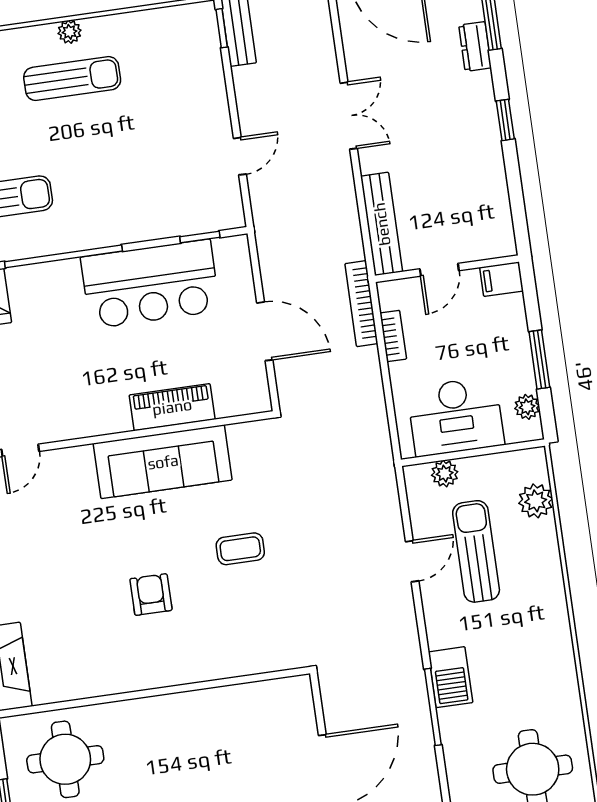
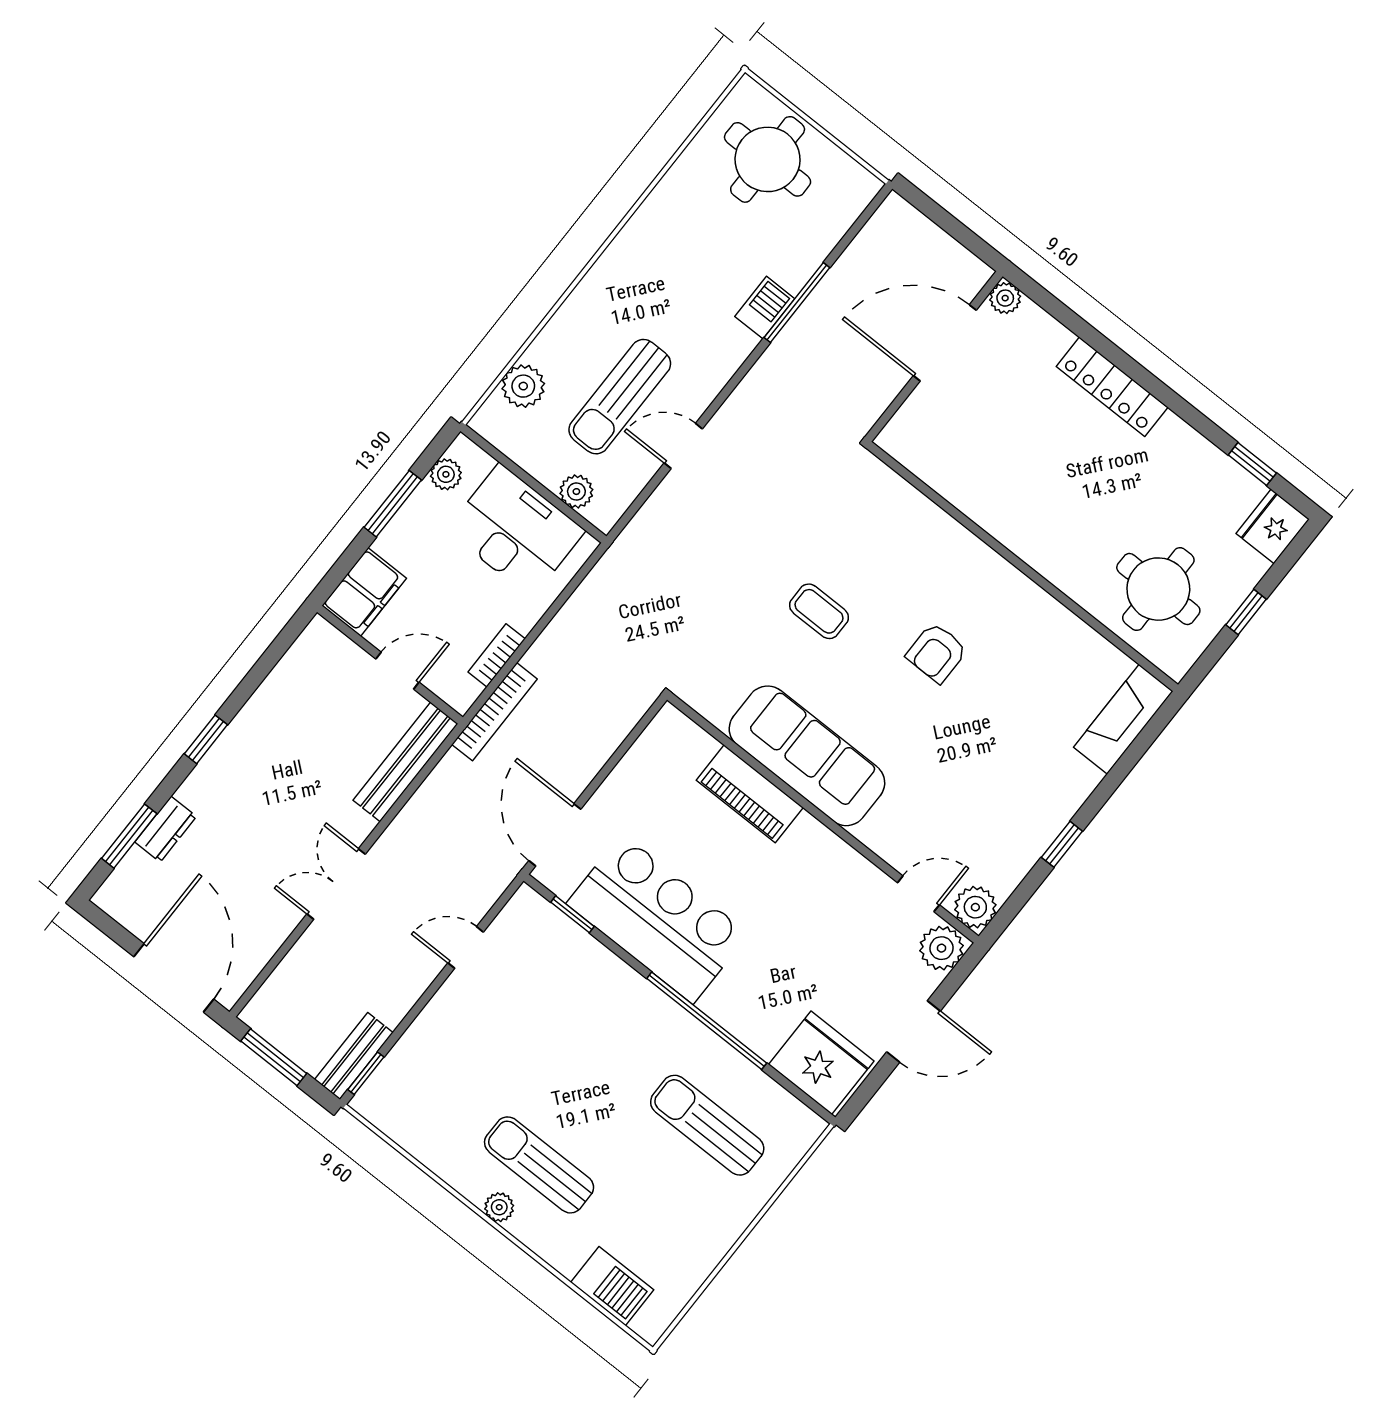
filing cabinet: (501, 279) -> (364, 592), width x2.00
door: (265, 331) -> (555, 835), moved
barbecue: (450, 677) -> (765, 308), width x0.73, depth x0.79

